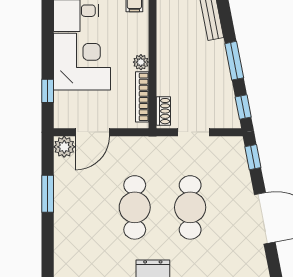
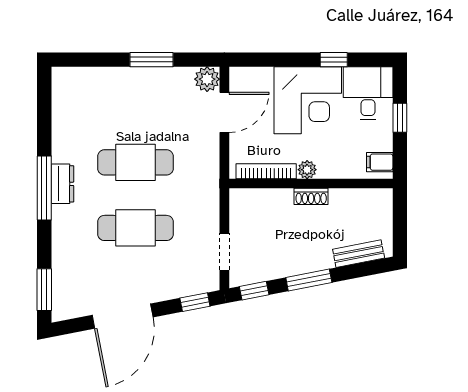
window: (48, 91) -> (334, 60), moved
shoe rack: (163, 111) -> (311, 196), moved
door: (92, 132) -> (224, 112), swing flipped
doorway: (194, 132) -> (224, 252), moved

